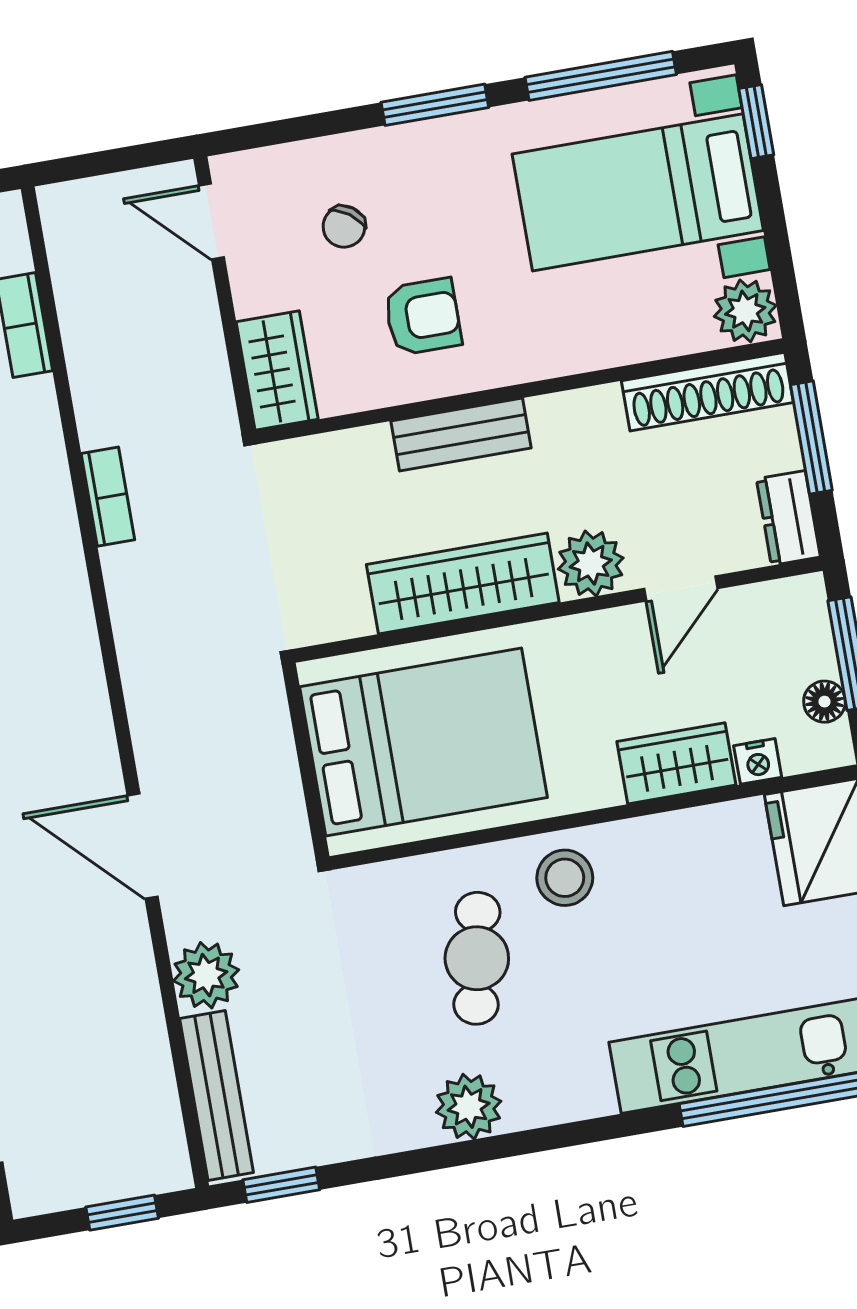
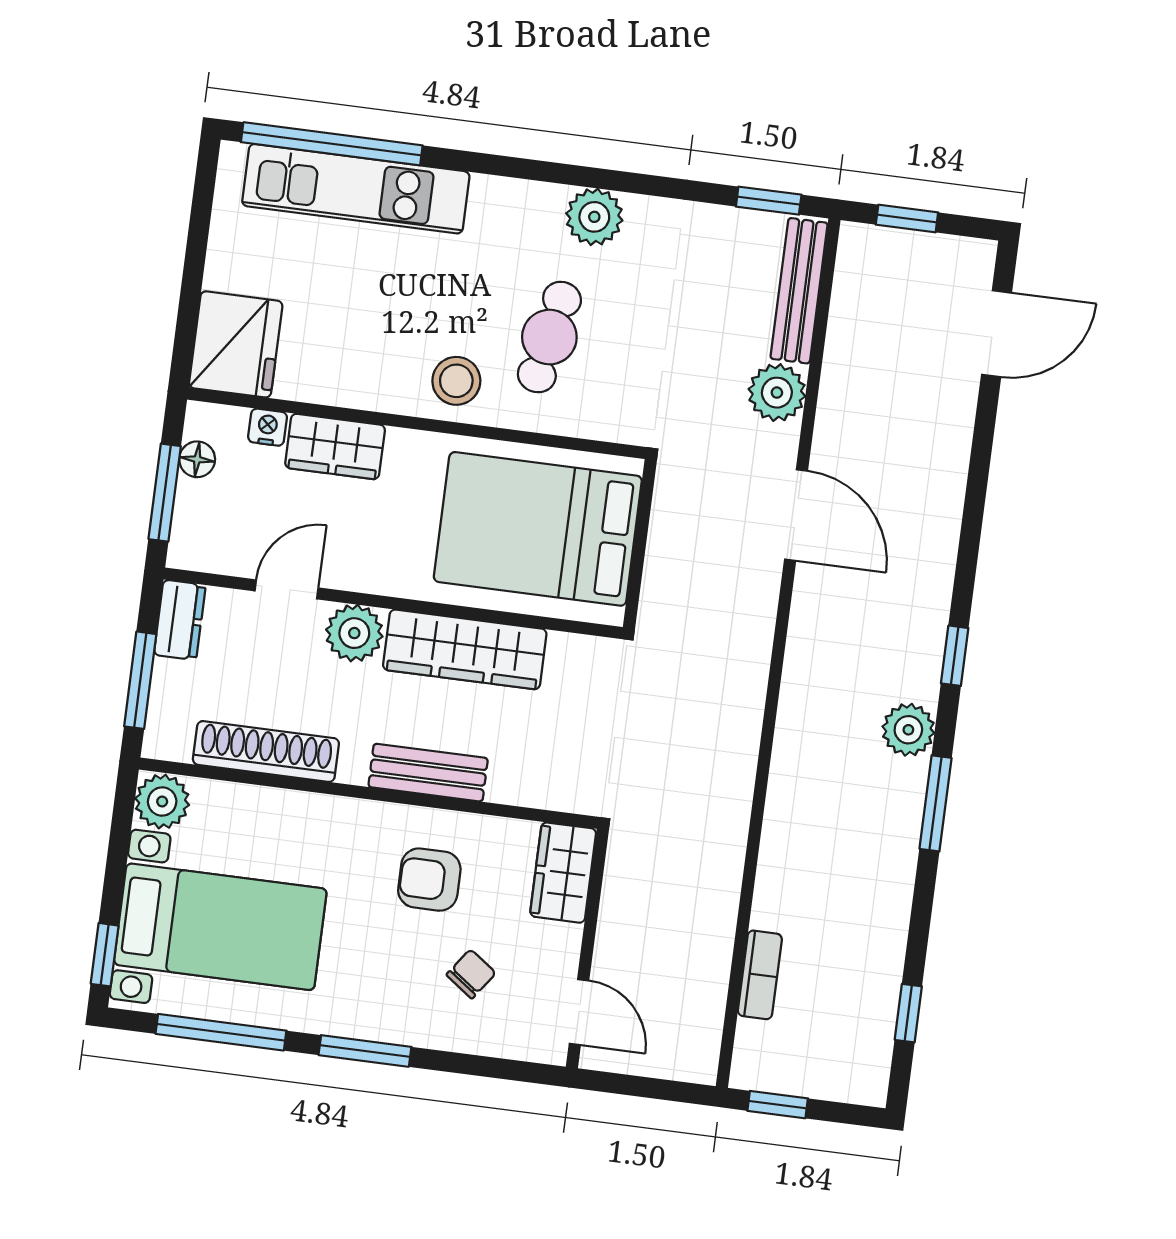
shoe rack: (707, 392) -> (266, 751), moved
bookcase: (108, 497) -> (735, 812), removed

